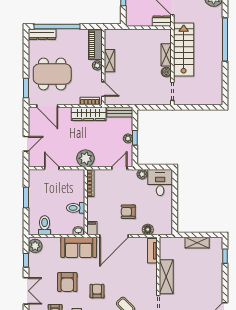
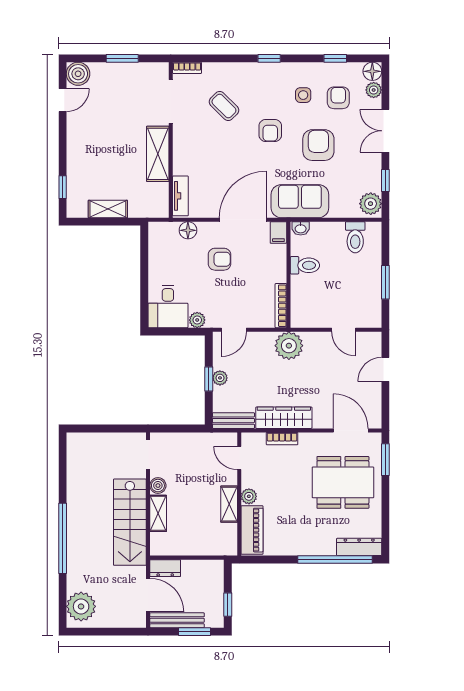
piano: (95, 45) -> (252, 530), moved
shelving: (109, 61) -> (229, 504), moved
plant: (97, 65) -> (249, 496), moved
wall: (103, 67) -> (239, 494), moved
door: (103, 89) -> (239, 458), moved

